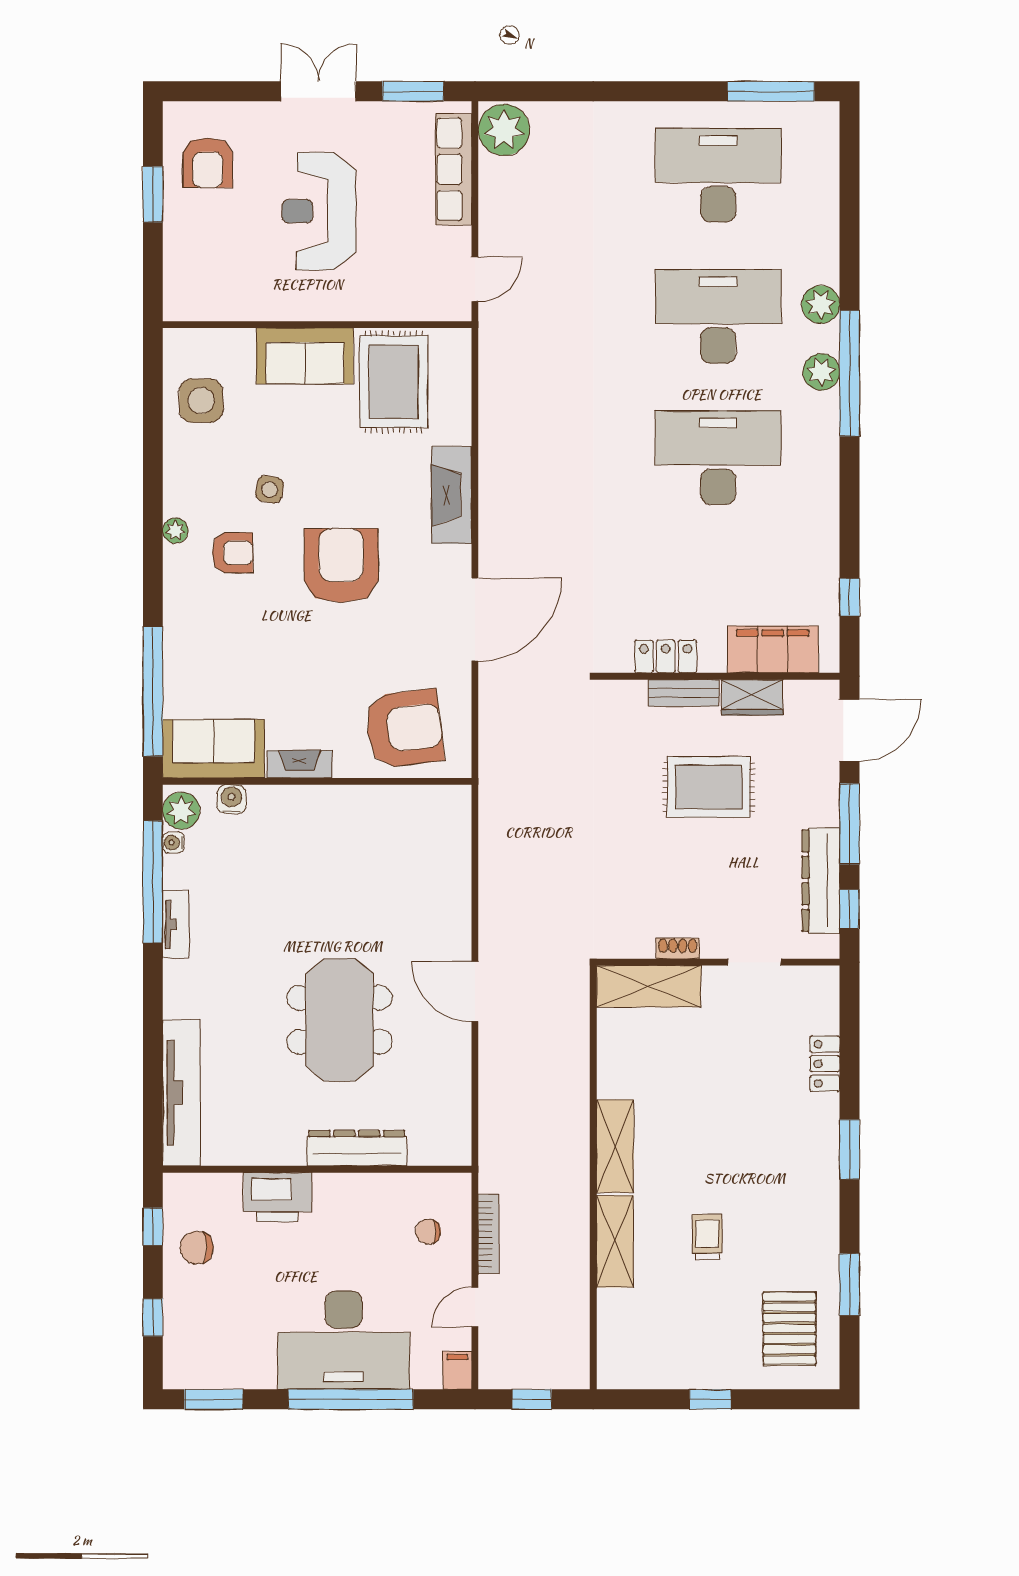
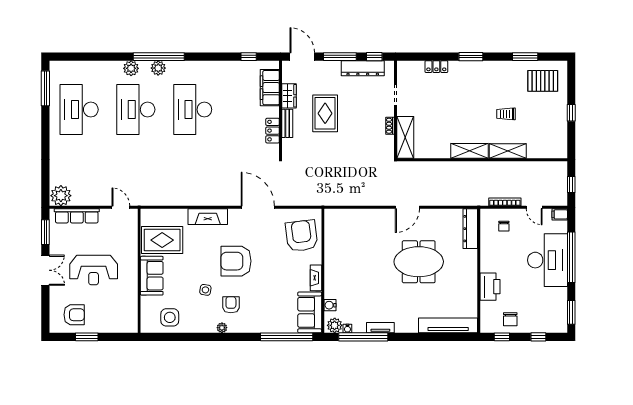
double door: (318, 91) -> (45, 270), swing flipped
dresser: (357, 1148) -> (470, 229), moved

